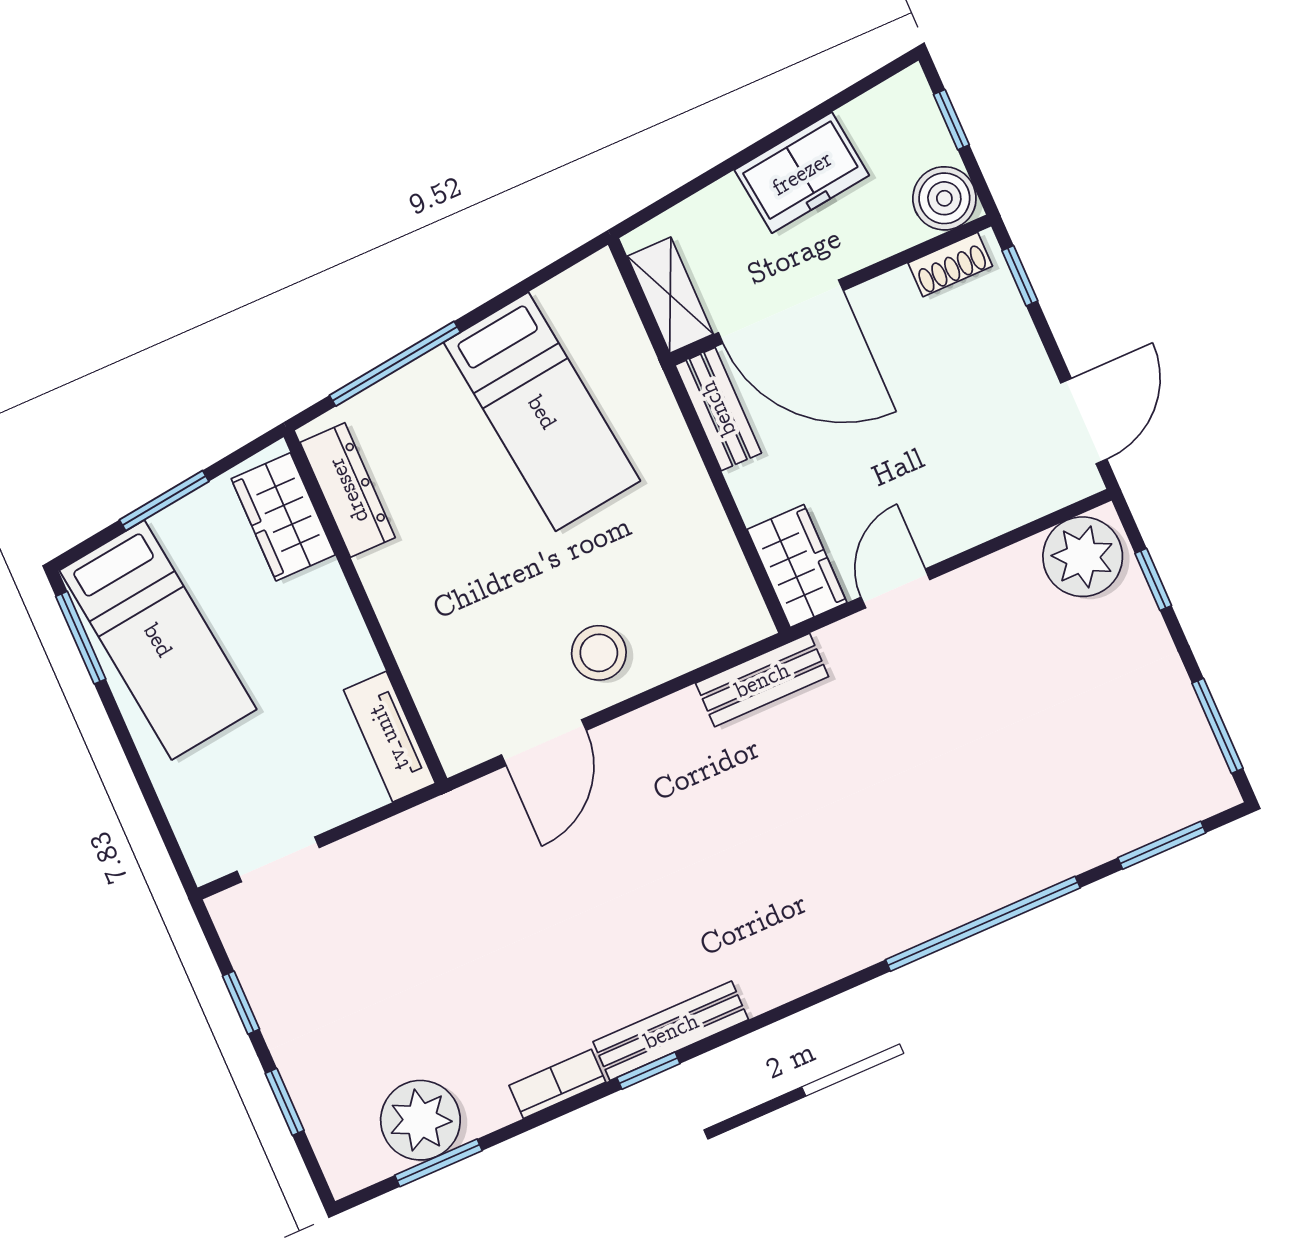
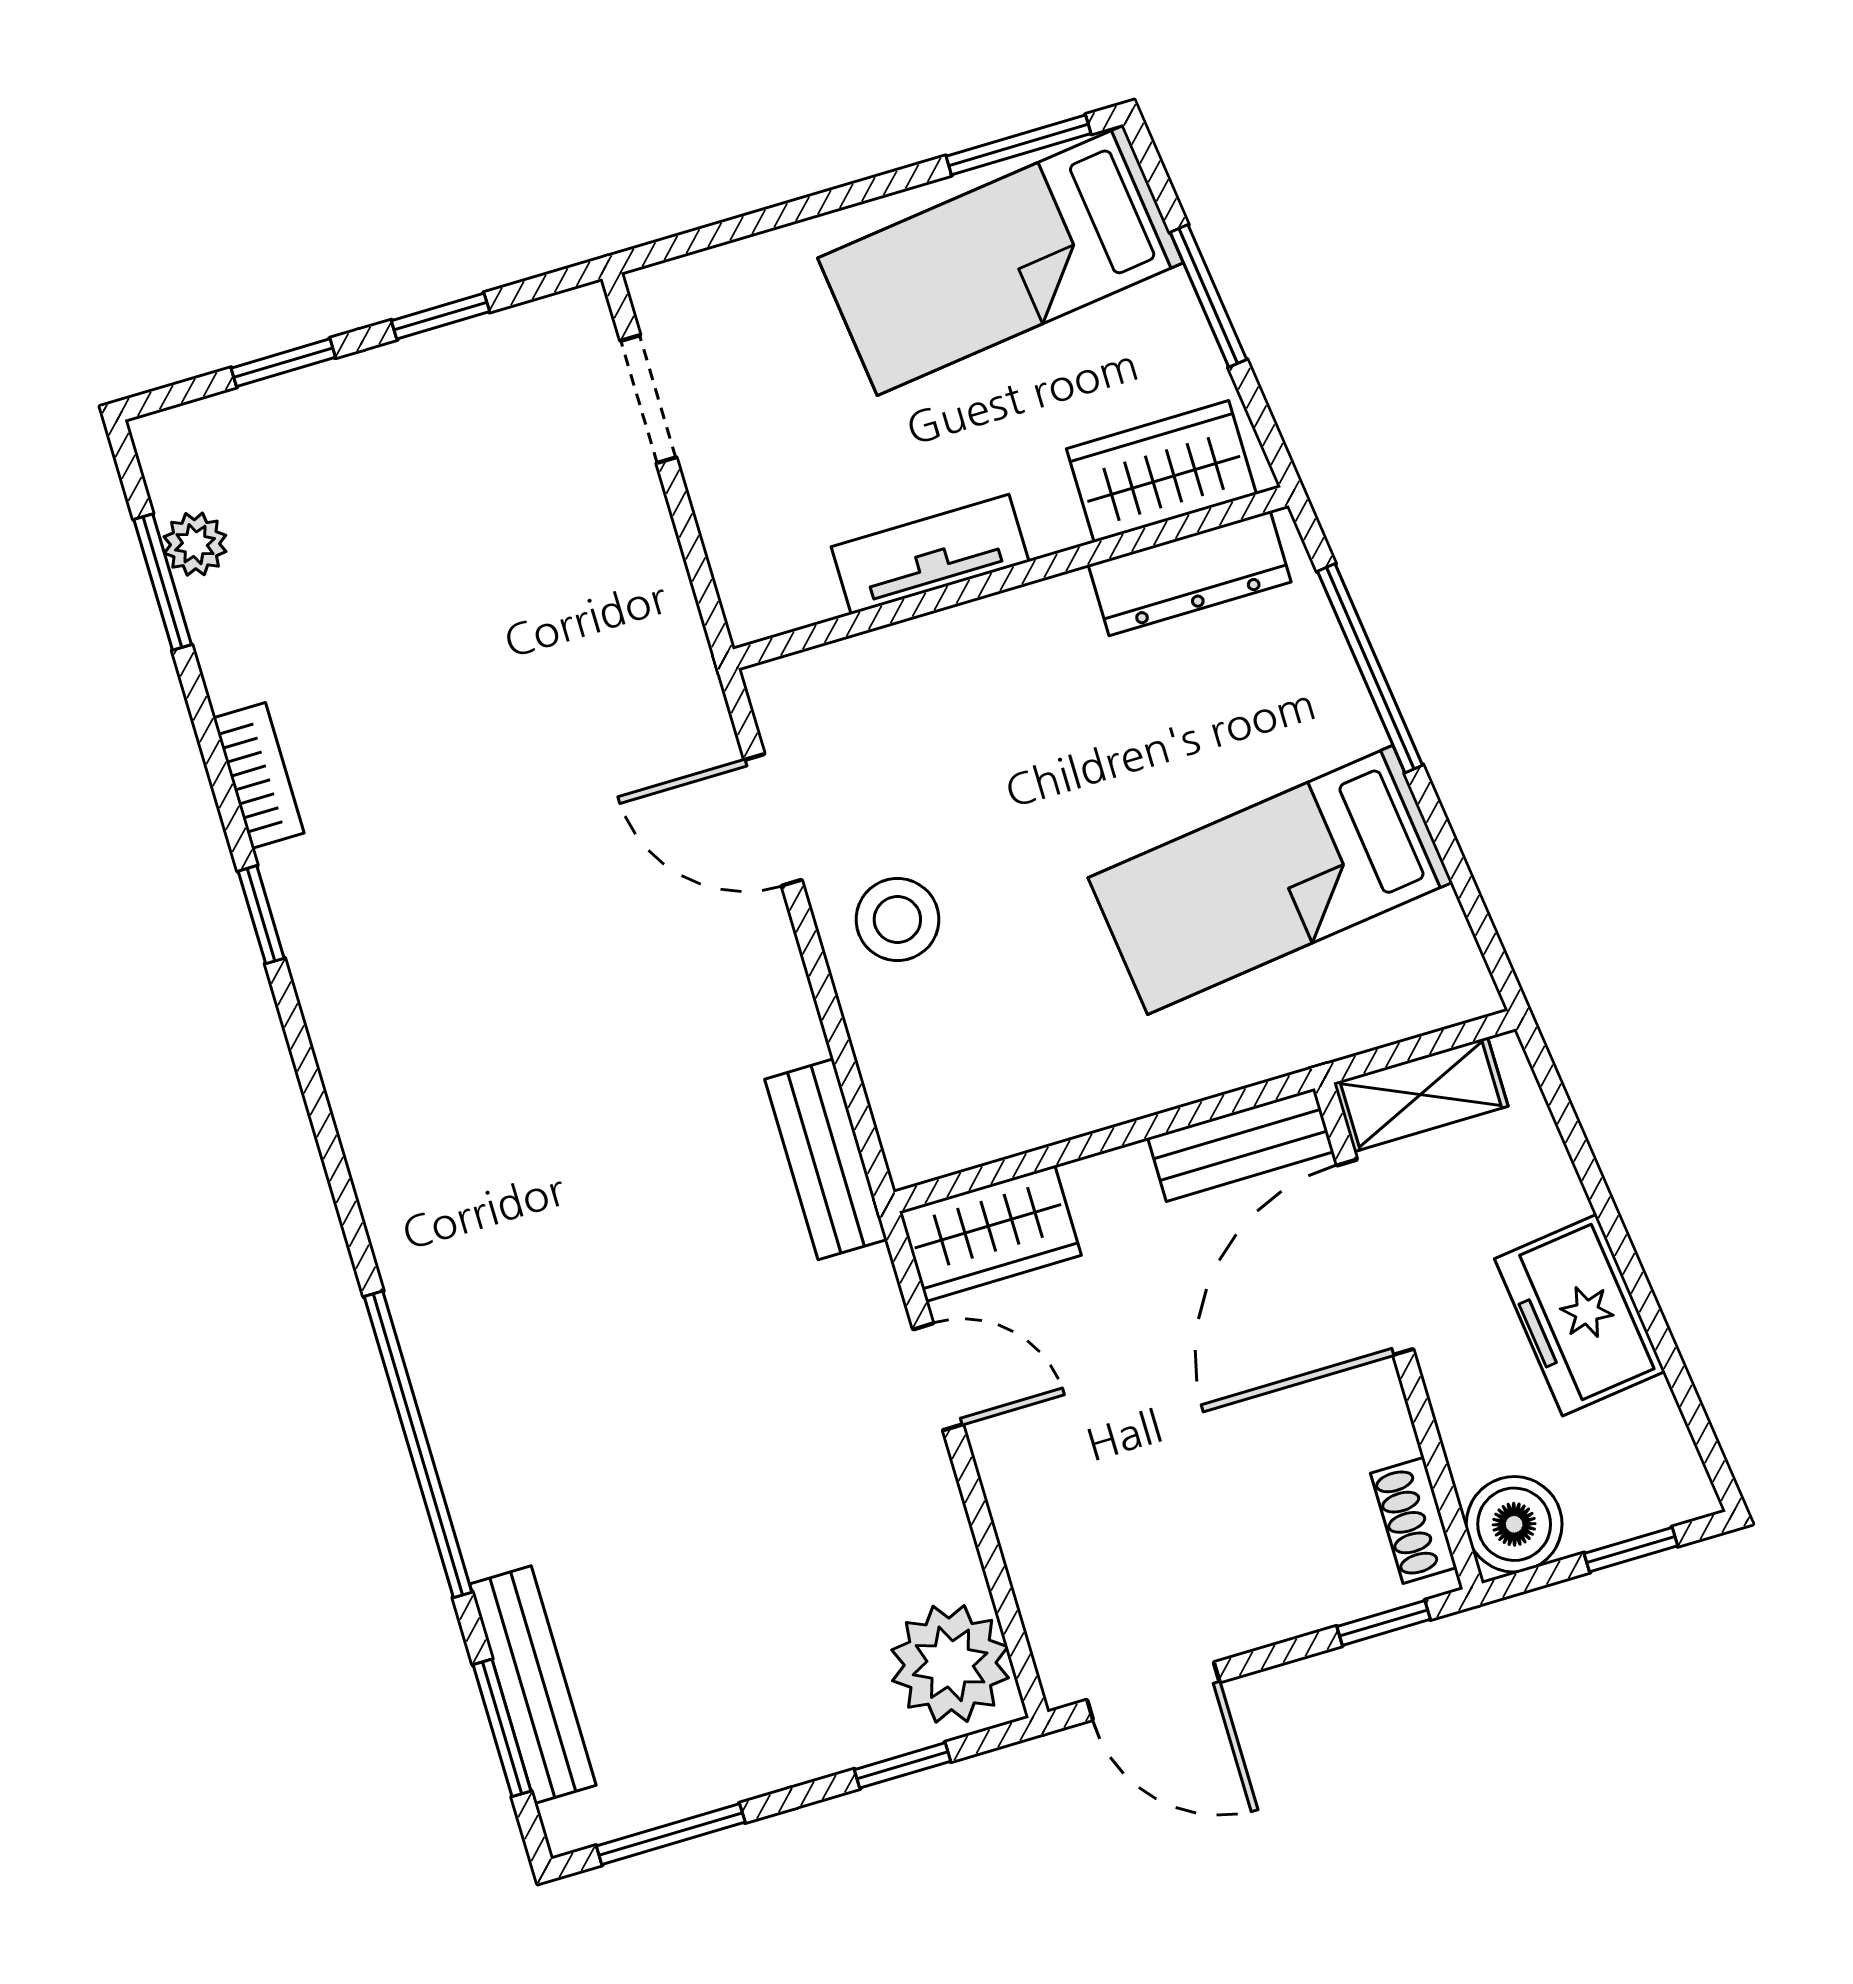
tv unit: (389, 737) -> (930, 554), moved
bench: (671, 1031) -> (533, 1685), moved
plant: (420, 1120) -> (195, 544), width x0.53, depth x0.53

